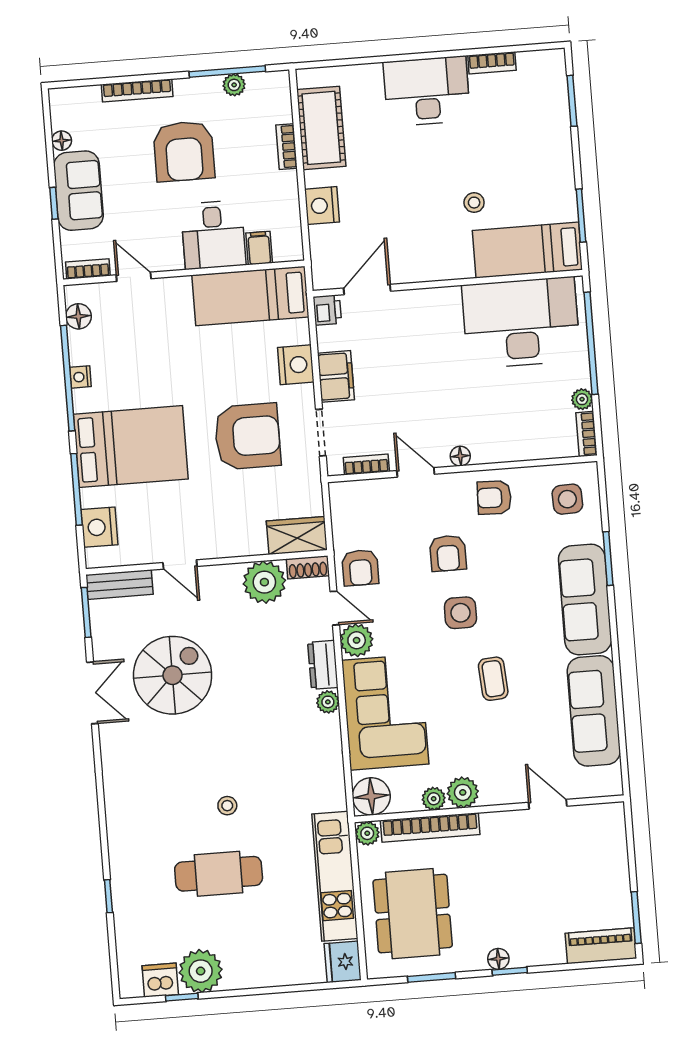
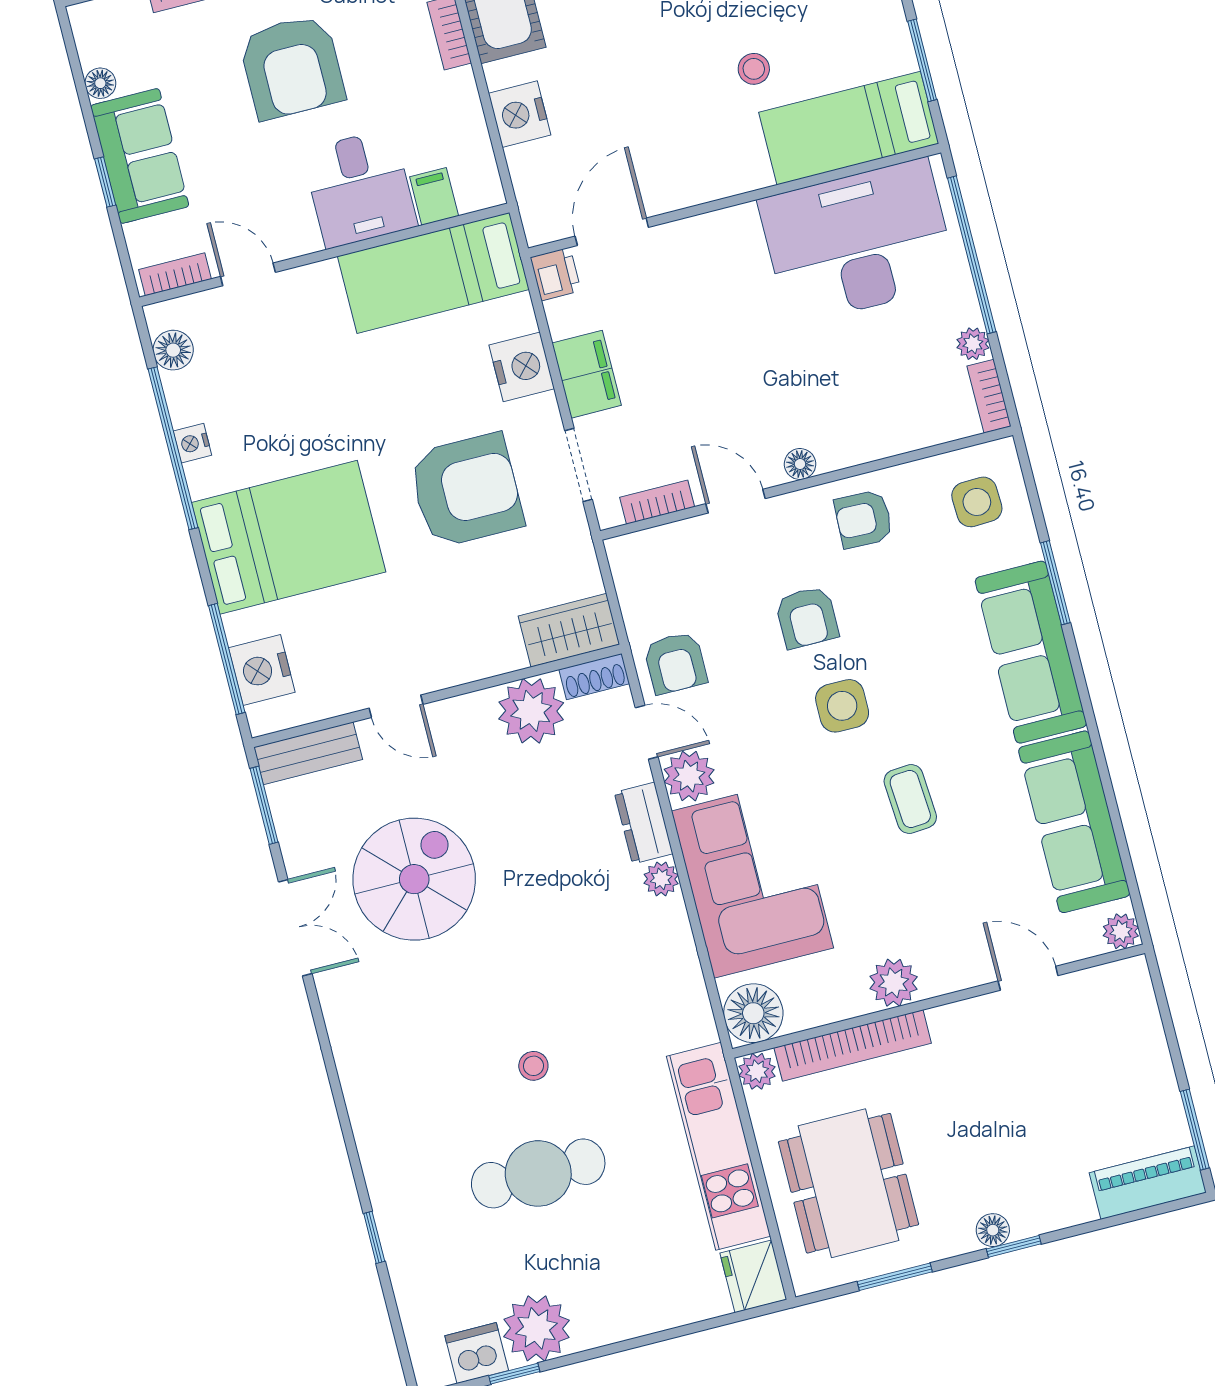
window: (76, 489) -> (227, 659), moved
plant: (434, 799) -> (1121, 931), moved

